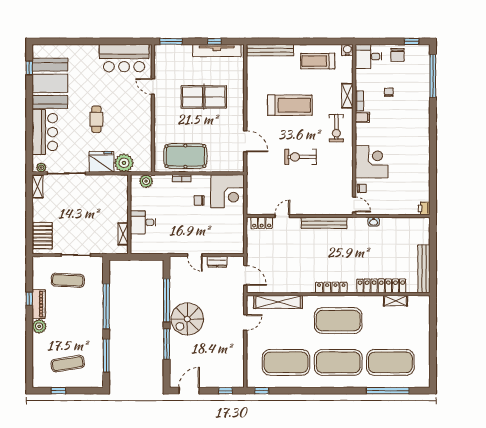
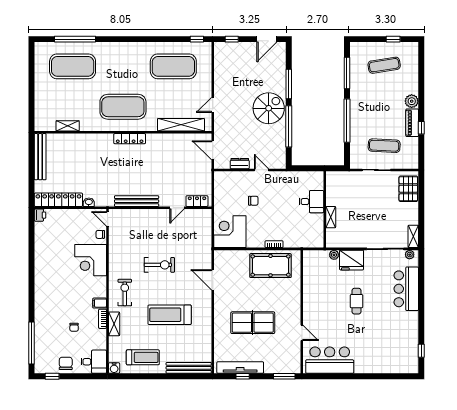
booth: (50, 83) -> (401, 336), removed
plant: (124, 163) -> (334, 255), width x0.53, depth x0.53
plant: (146, 181) -> (308, 241), removed
chair: (199, 200) -> (253, 201), moved
shelving: (123, 234) -> (331, 217), moved
locker: (381, 286) -> (58, 200), moved, turned 180
exercise mat: (338, 362) -> (123, 66), removed

